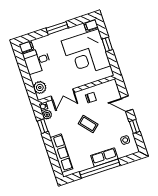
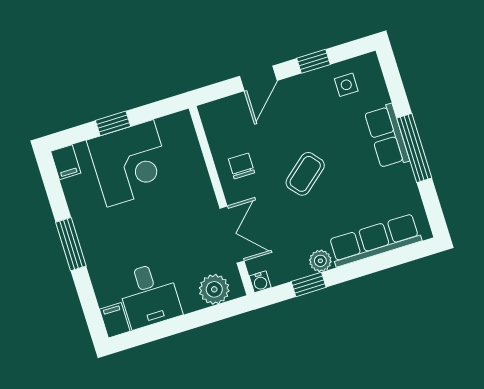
corner desk: (86, 53) -> (130, 163), width x0.74, depth x0.74
plant: (47, 115) -> (320, 261), moved
window: (100, 169) -> (414, 148), width x0.68

